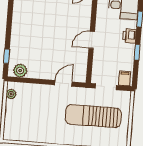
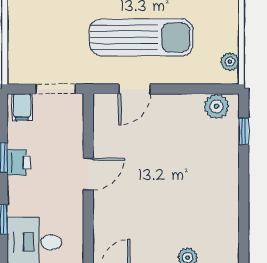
printer: (129, 36) -> (19, 162), moved
sun lounger: (93, 116) -> (141, 37), moved

